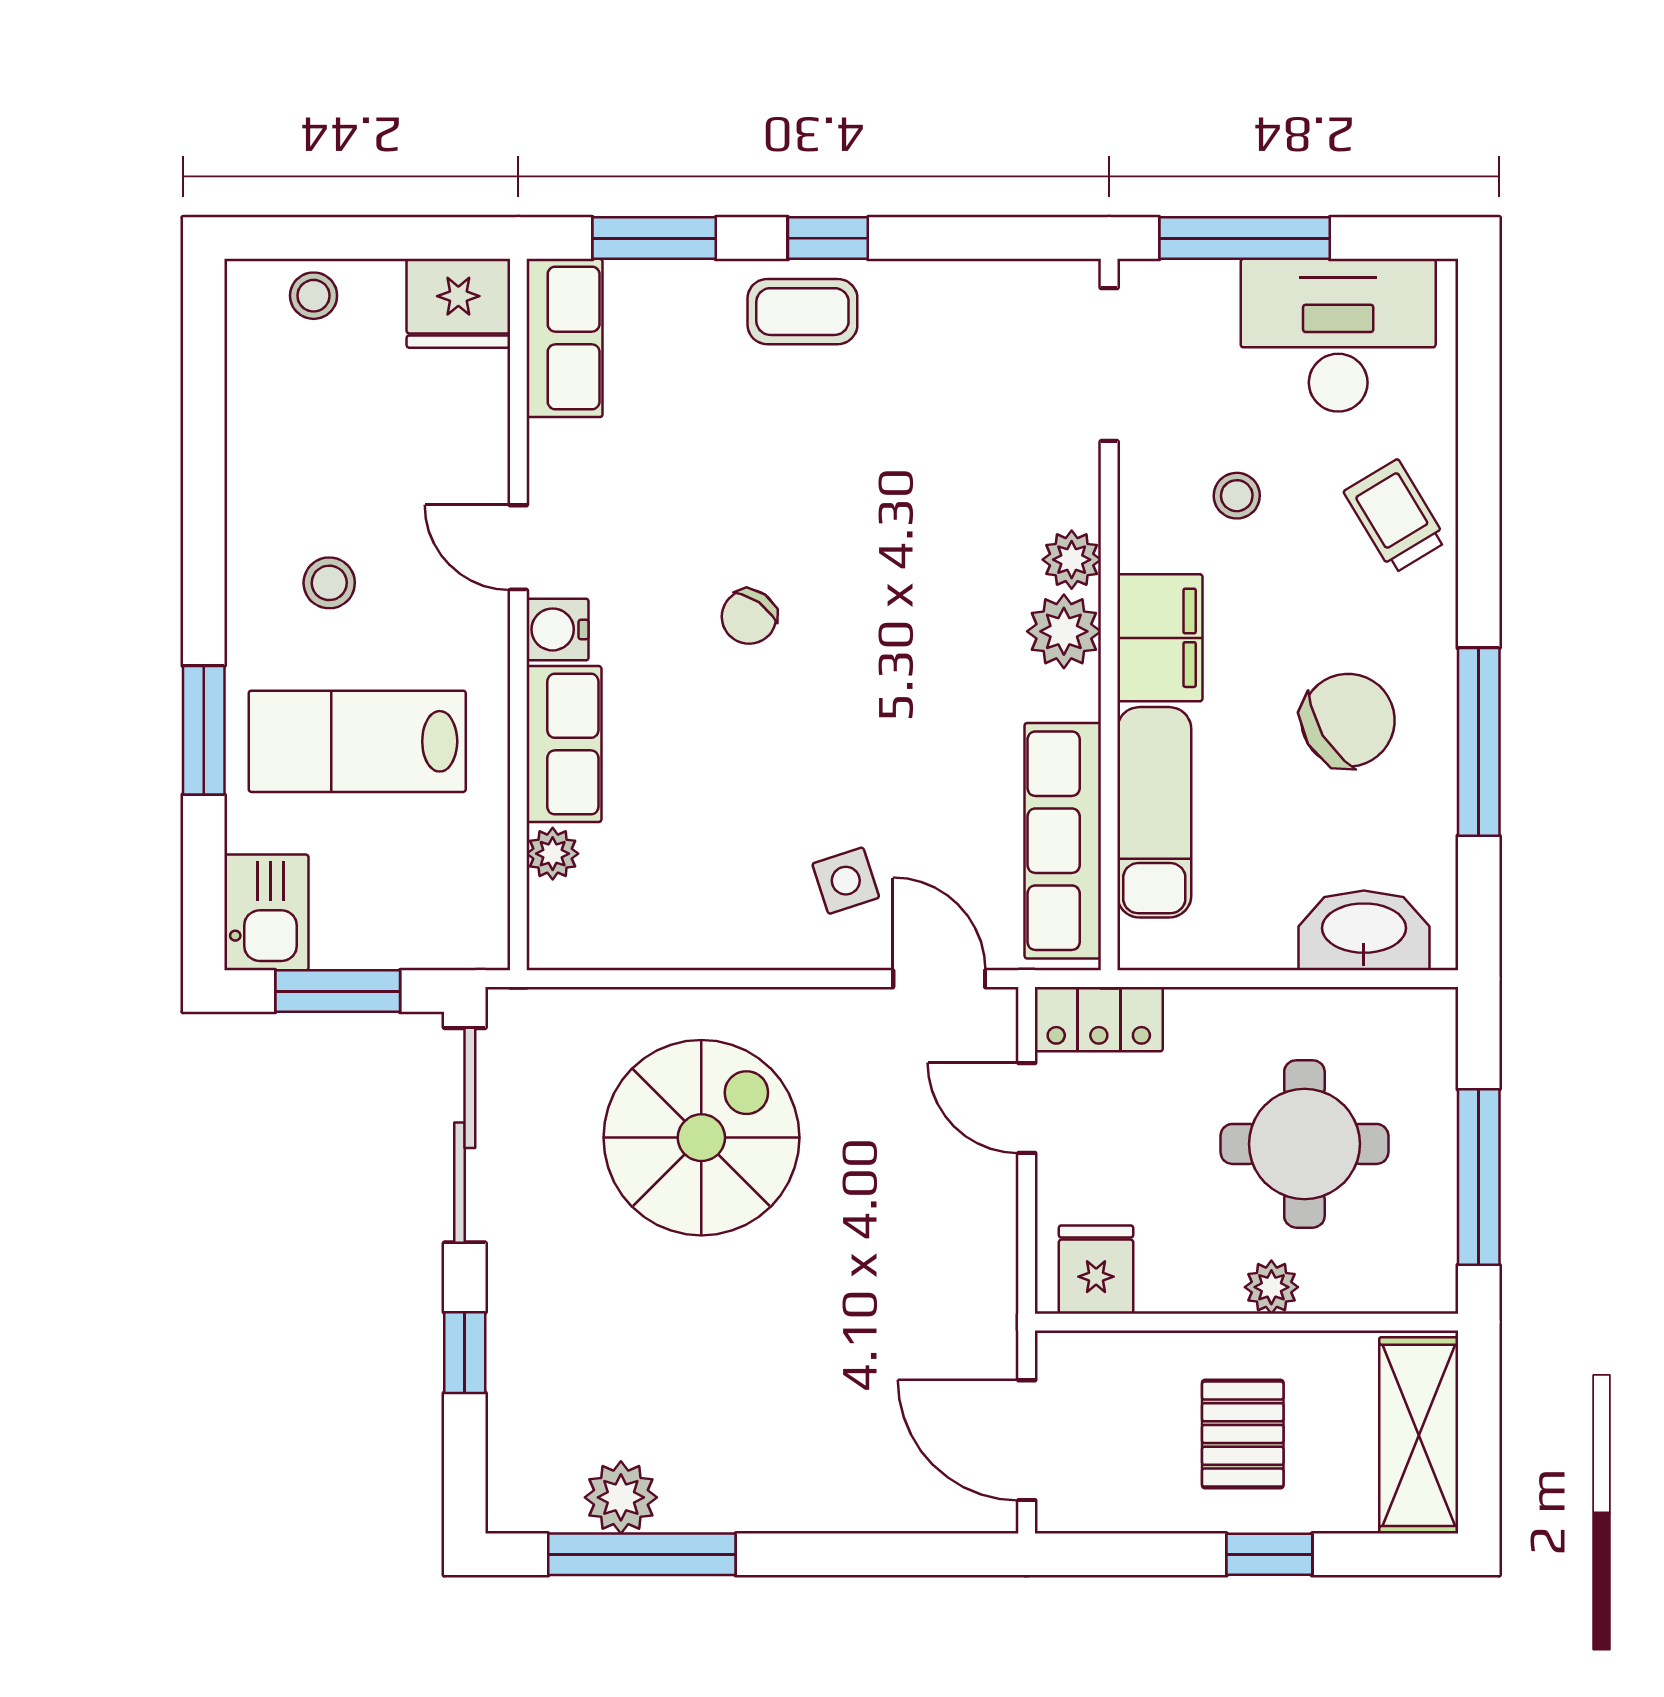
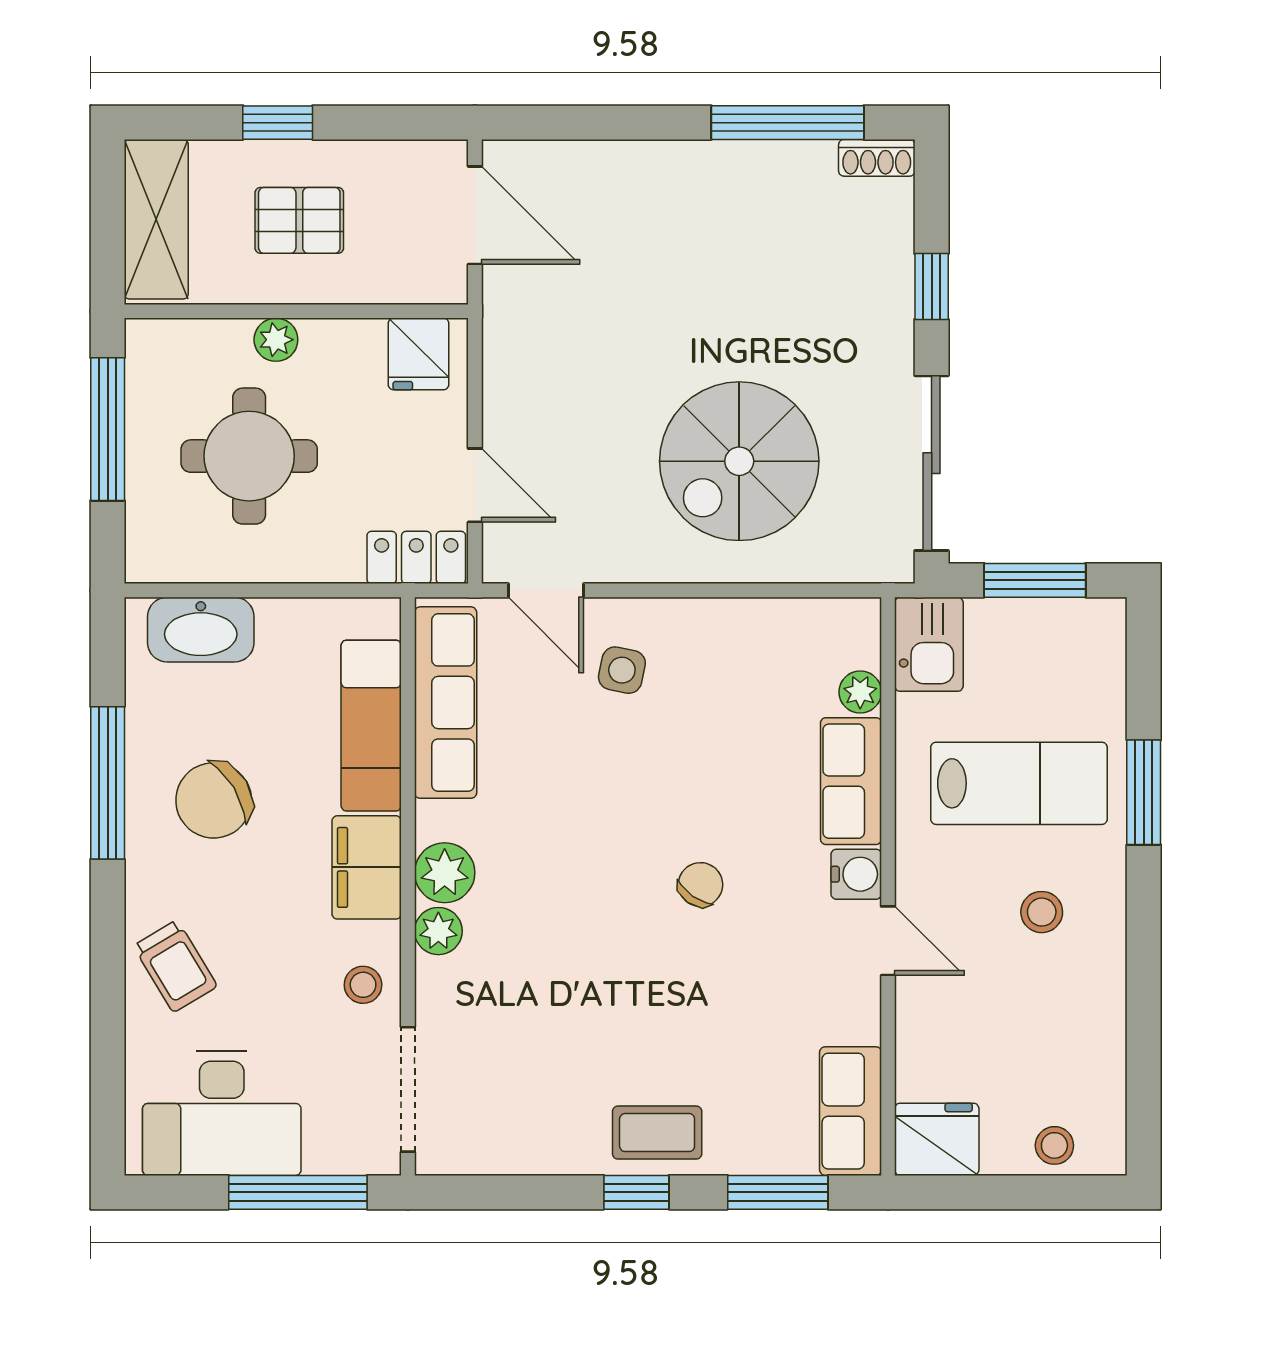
stool: (1237, 496) -> (363, 985), moved
side table: (846, 881) -> (622, 670), turned 30
kitchen sink: (266, 912) -> (929, 644), moved, turned 180
pallet: (1243, 1434) -> (299, 220), turned 90
plant: (621, 1497) -> (805, 169), removed
shoe rack: (532, 1511) -> (877, 158), added

